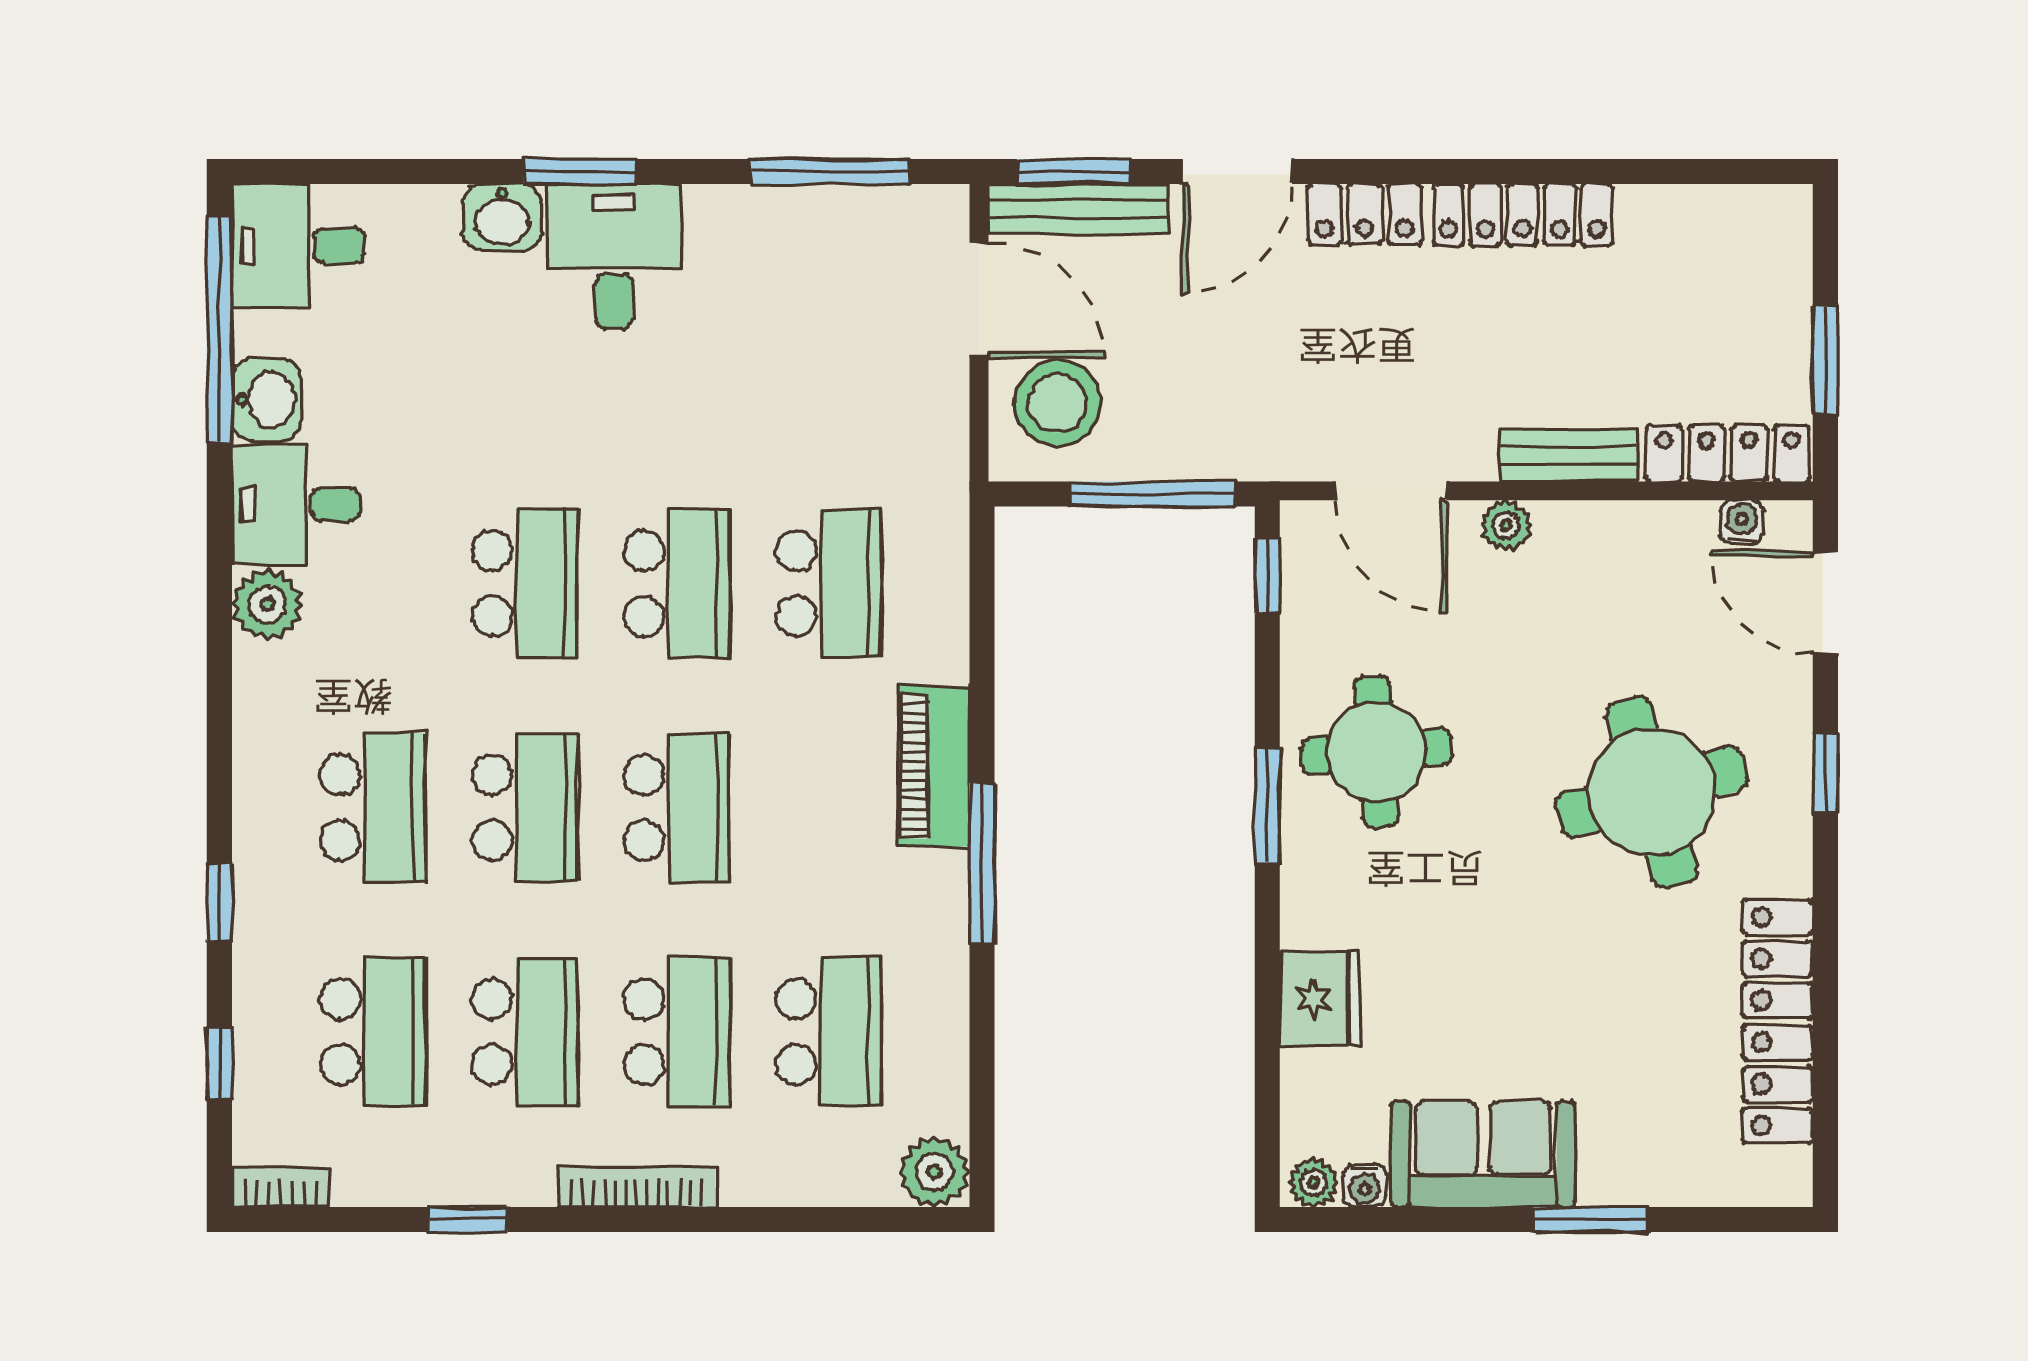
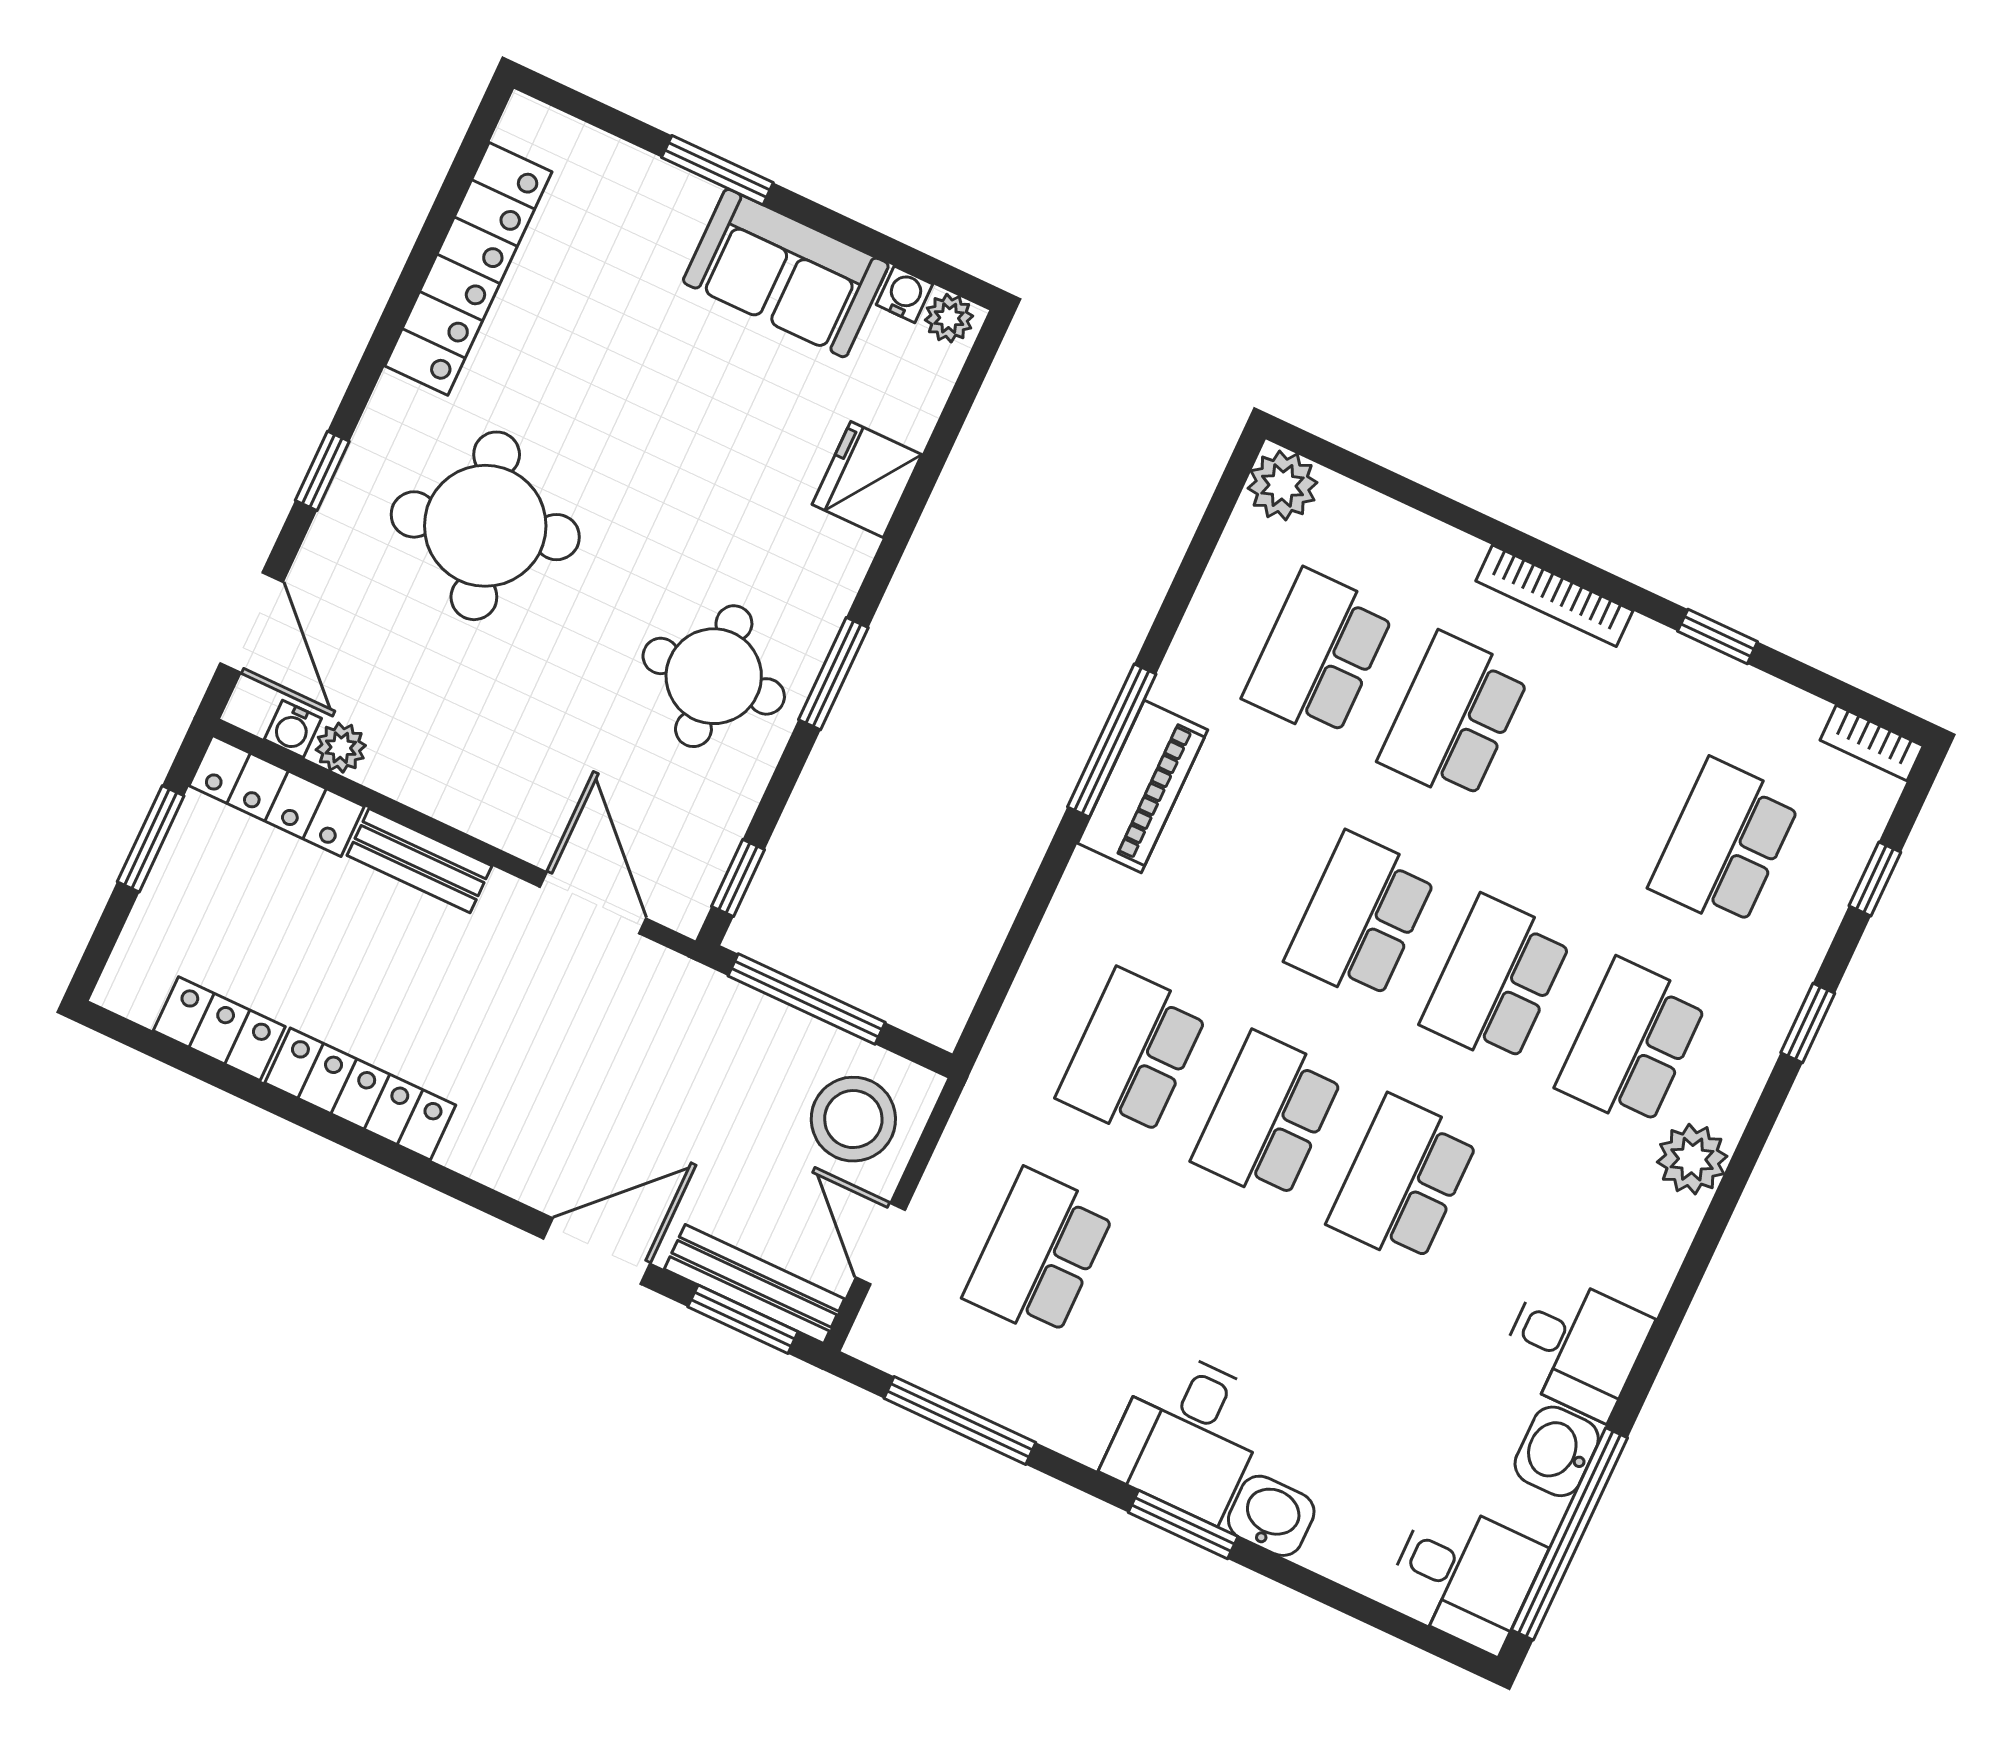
locker: (1365, 214) -> (219, 1029), moved
door: (979, 300) -> (880, 1244), width x0.73
plant: (1506, 525) -> (341, 748), moved
plant: (267, 605) -> (1692, 1159), moved
piano: (934, 766) -> (1143, 786), moved
school desk: (525, 1032) -> (1039, 1254), moved

